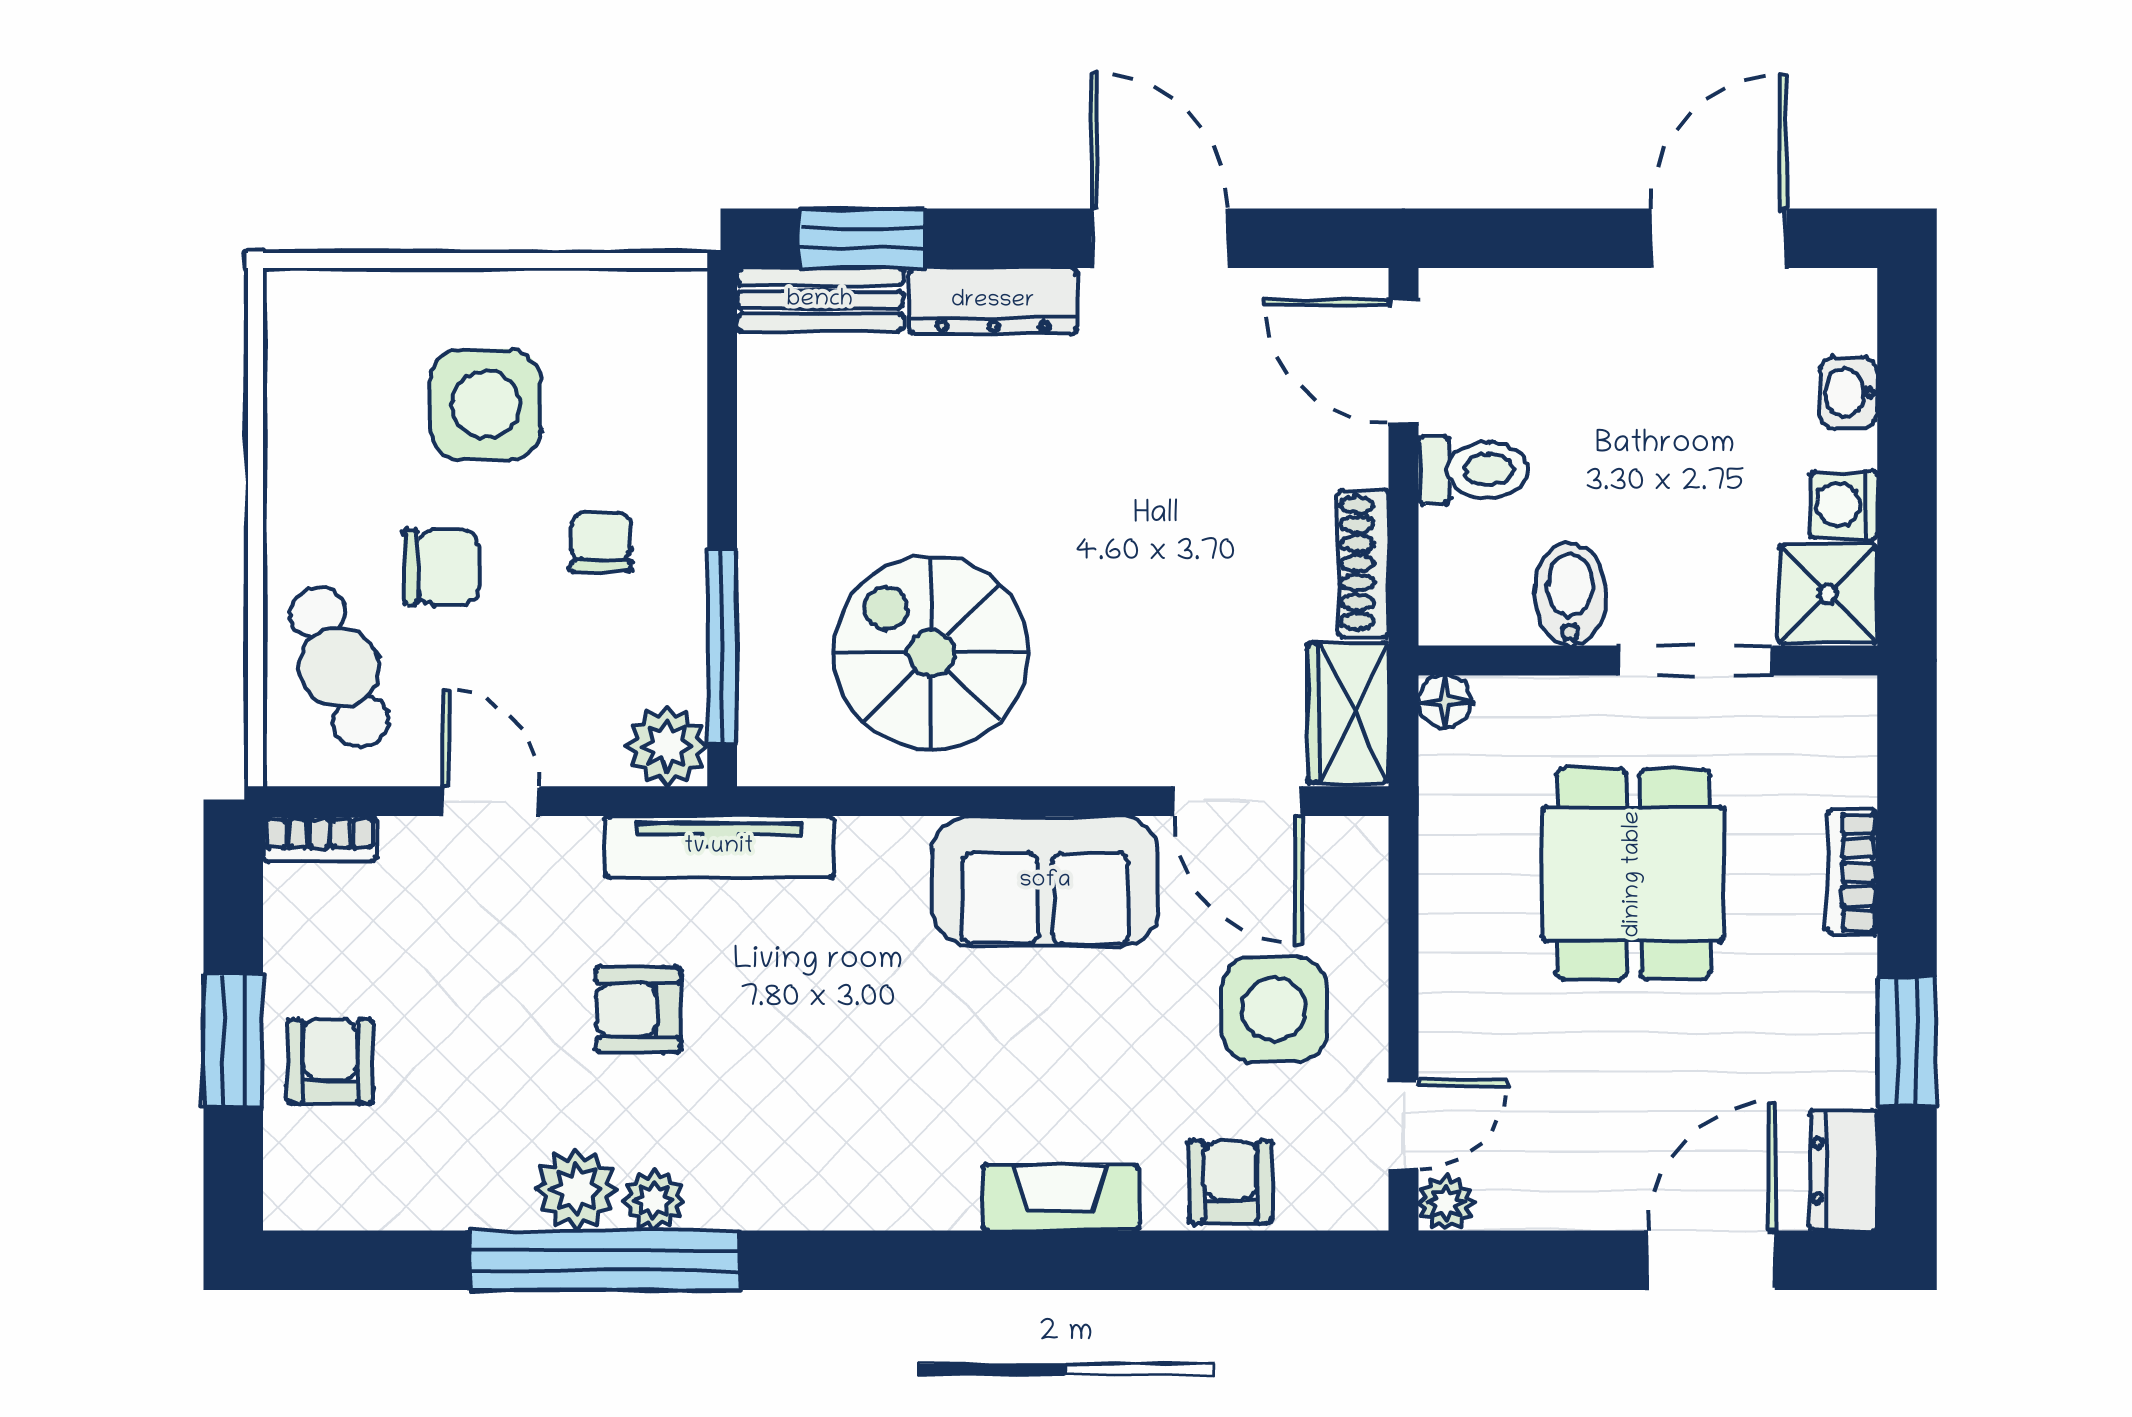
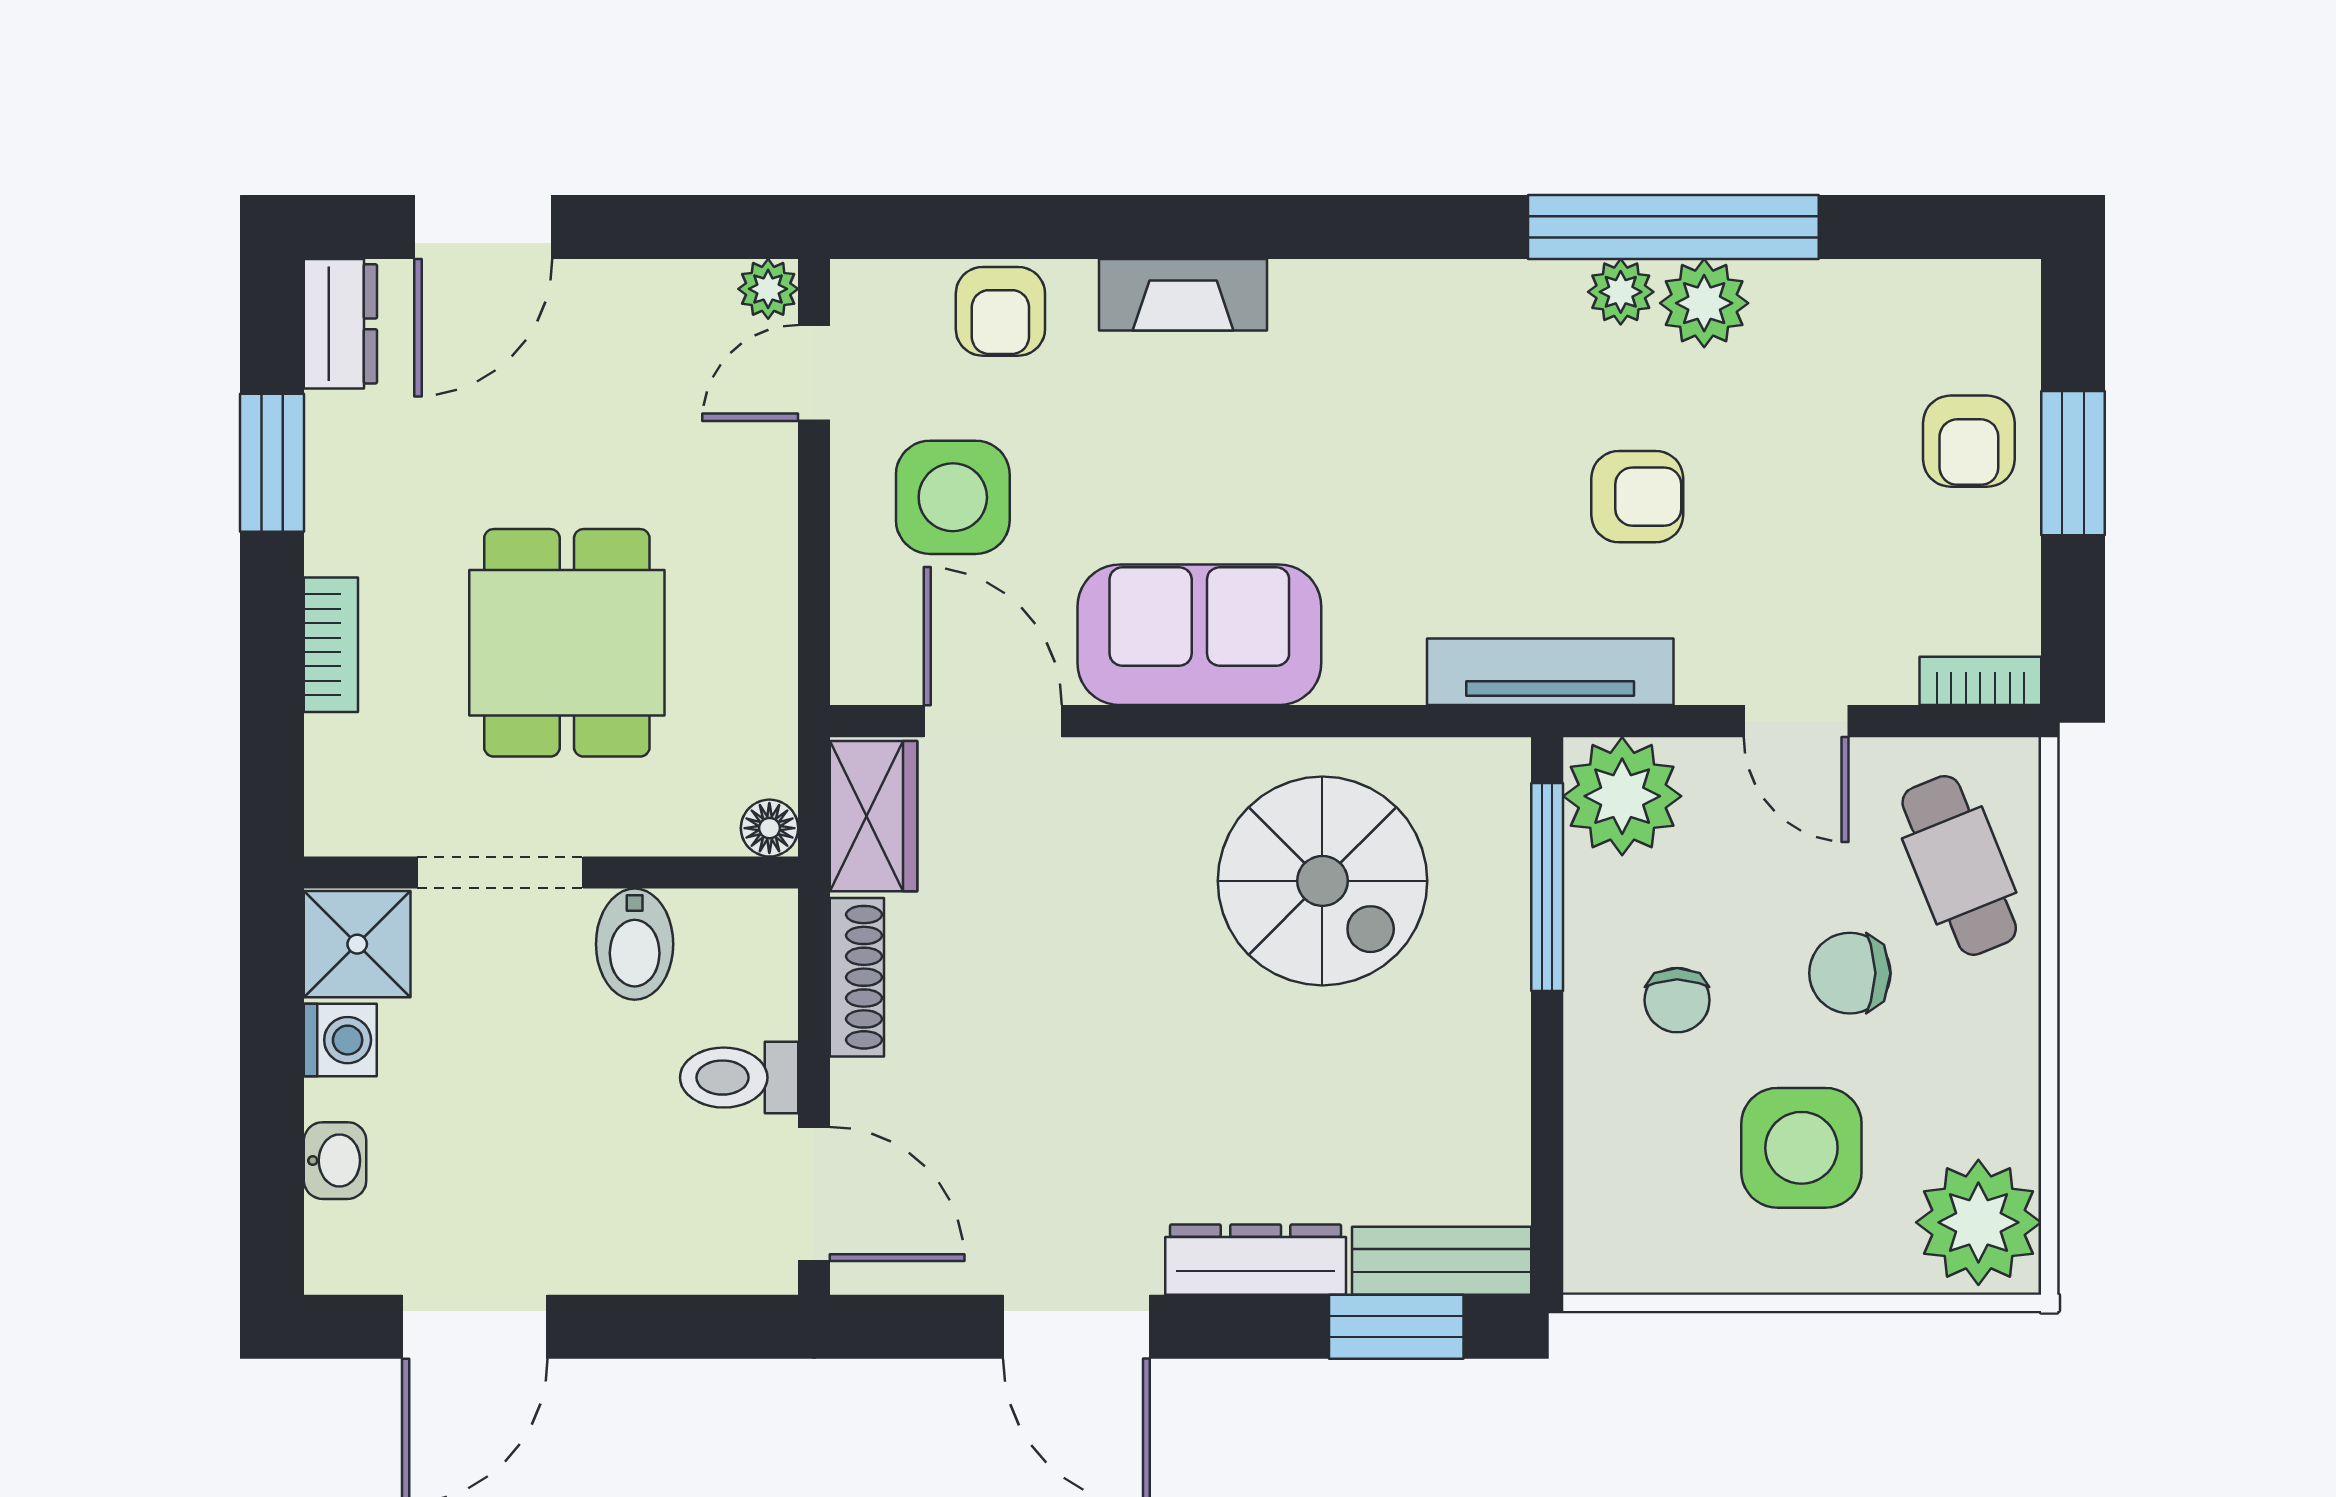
plant: (321, 335) -> (1978, 1222), added
plant: (667, 746) -> (1622, 796), width x1.36, depth x1.36

